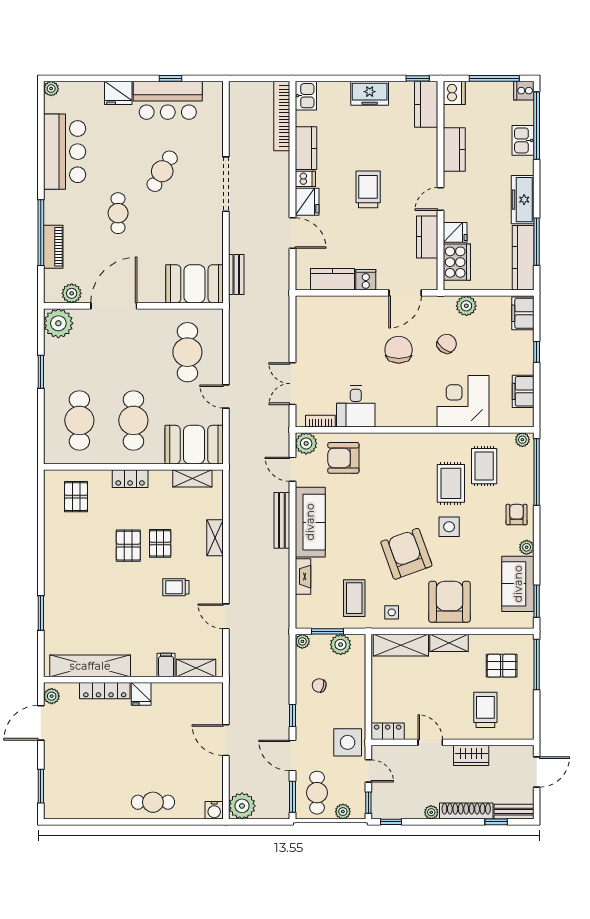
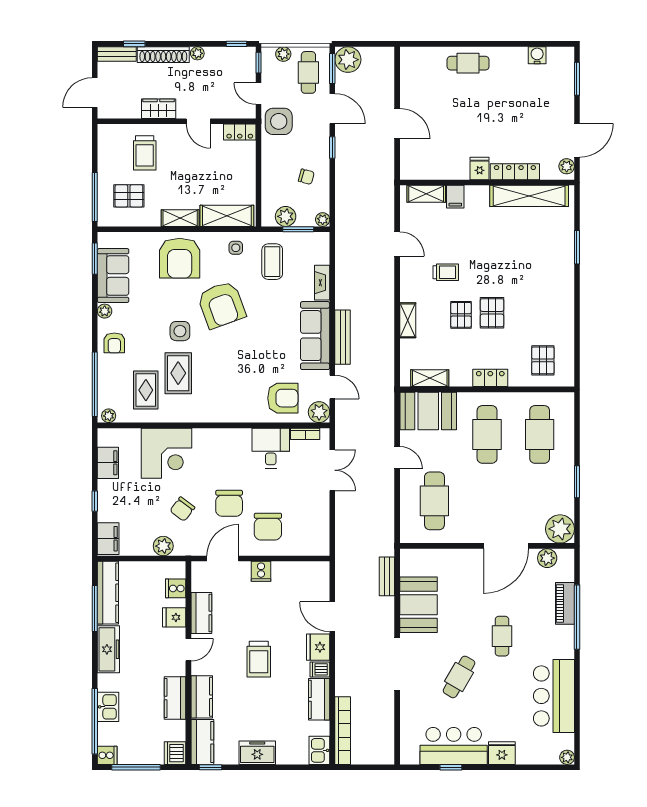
cooker: (457, 262) -> (176, 588), width x0.53, depth x0.76
kitchen counter: (333, 279) -> (202, 697), moved, turned -90
booth: (194, 284) -> (418, 605), moved, turned 90
chair: (359, 326) -> (268, 527), added
plant: (242, 806) -> (348, 60), moved
water cooler: (214, 810) -> (537, 55), moved

